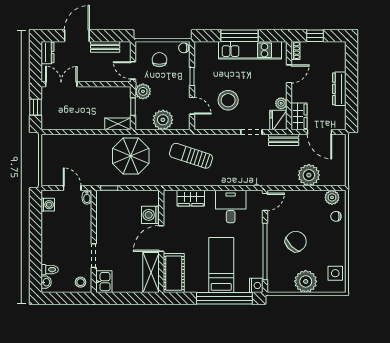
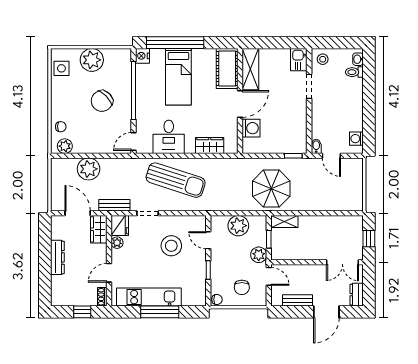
sun lounger: (191, 156) -> (176, 180), moved, width x1.36, depth x1.34

